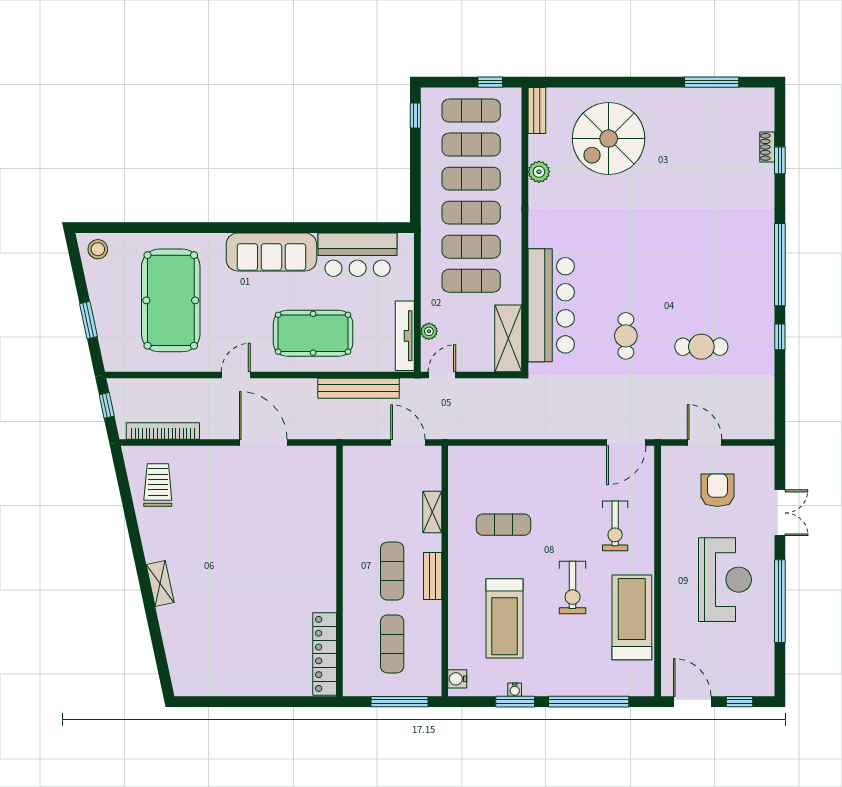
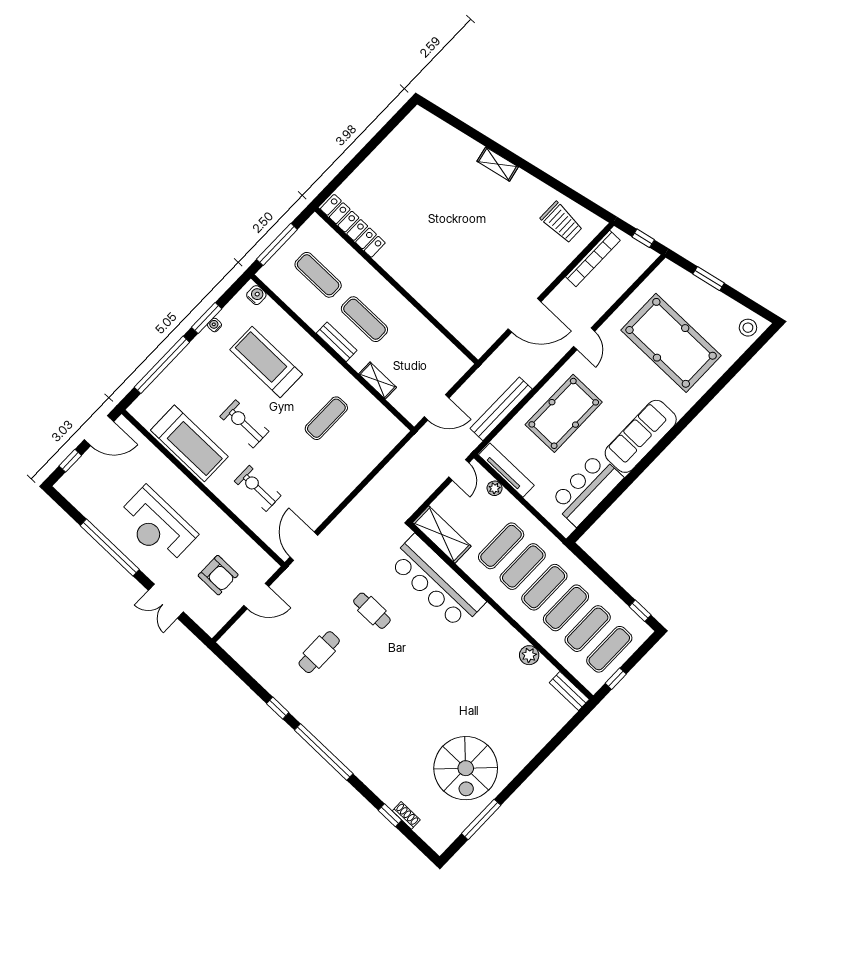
spiral stairs: (609, 139) -> (466, 768), moved, turned 180

